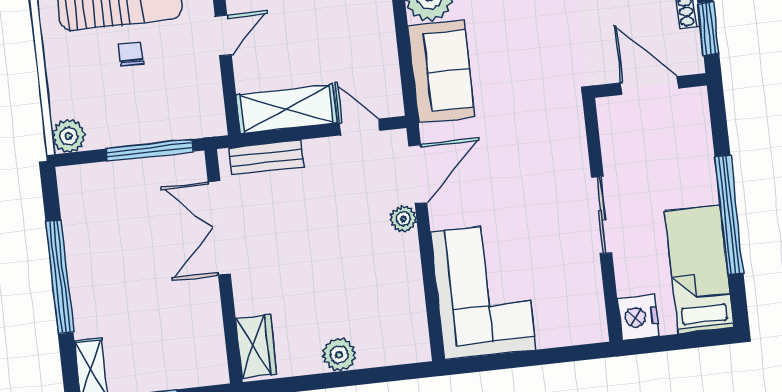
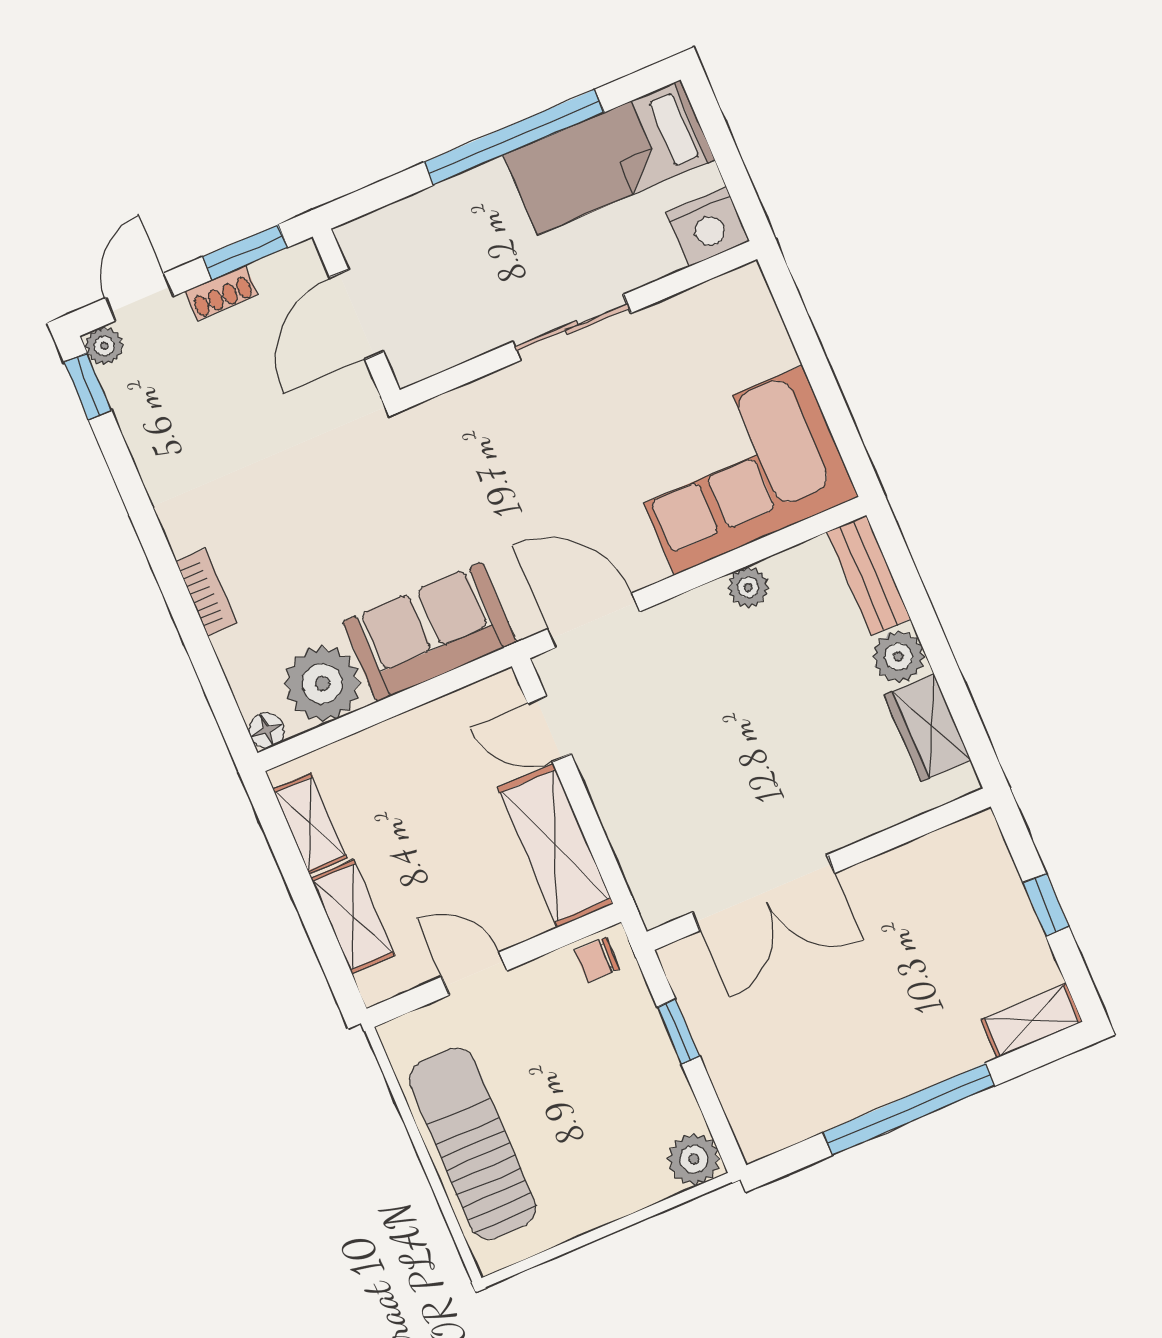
chair: (131, 54) -> (597, 960), moved
door: (360, 127) -> (549, 729), hinge flipped
window: (150, 150) -> (679, 1032), width x0.46
bench: (267, 157) -> (869, 575), moved
plant: (403, 219) -> (748, 587), moved
wardrobe: (256, 346) -> (928, 728), moved, turned -90

